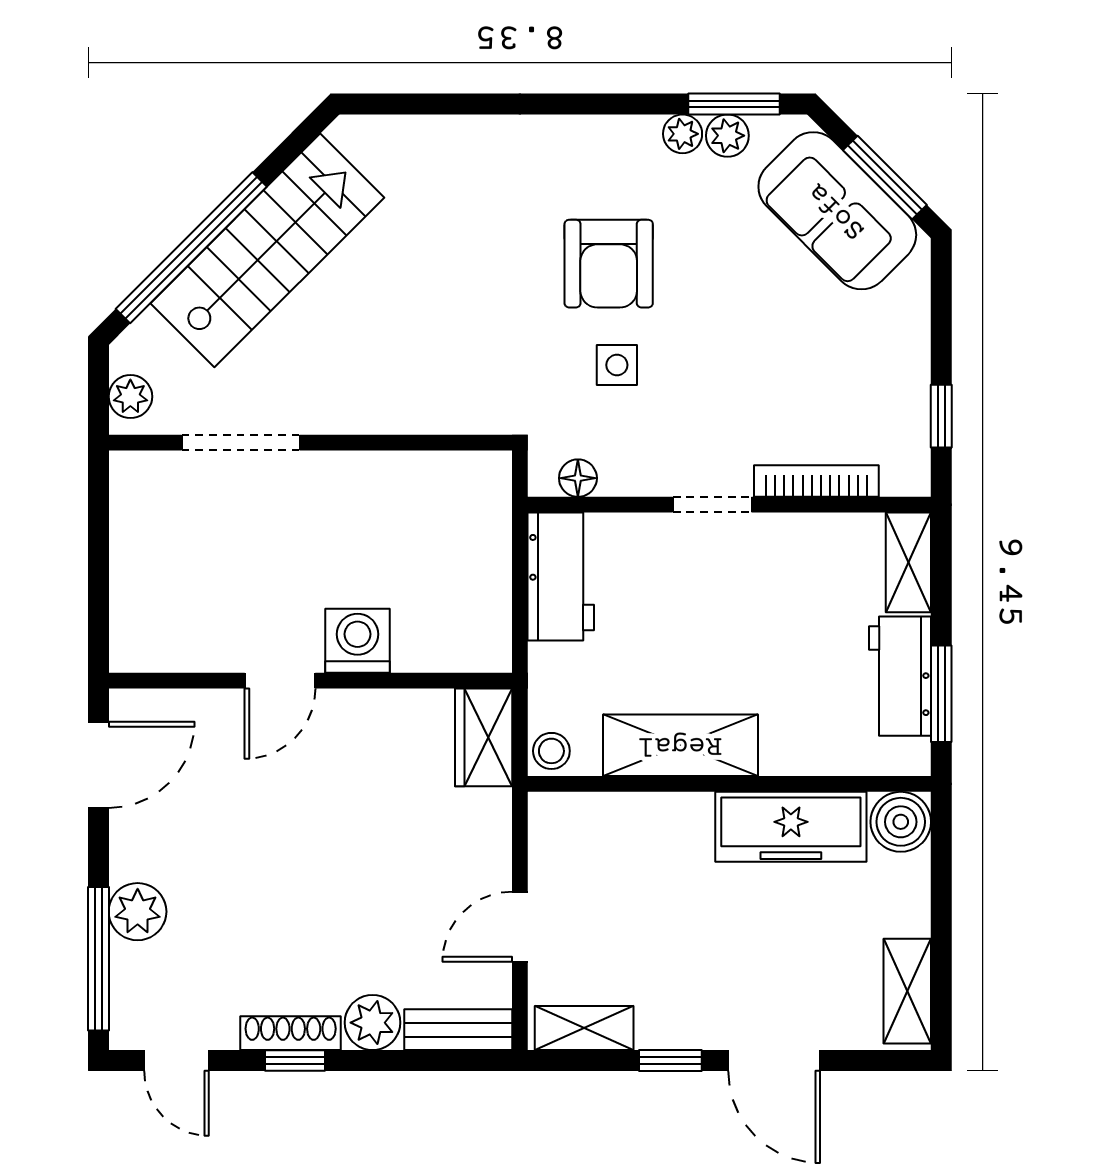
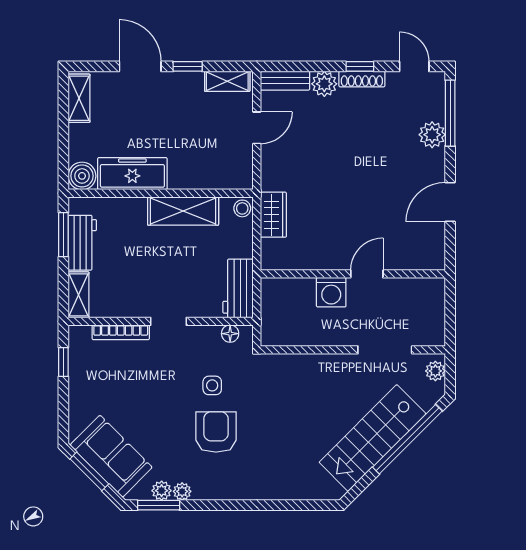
washing machine: (357, 641) -> (331, 292), moved
door: (280, 681) -> (367, 274), moved
wall: (310, 681) -> (353, 274), moved

